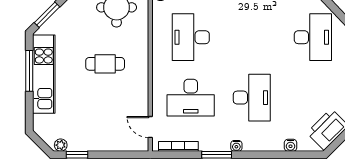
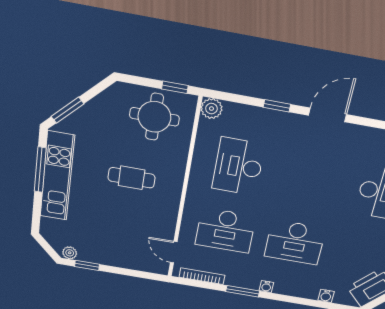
desk: (252, 98) -> (295, 242), turned 90

